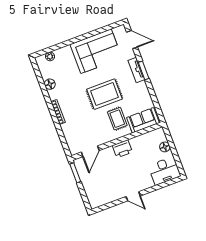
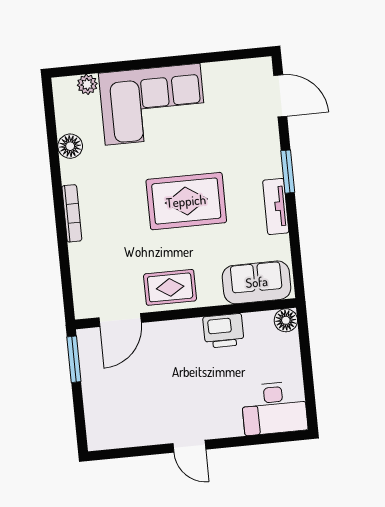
corner sofa: (96, 51) -> (153, 104), moved
tv unit: (136, 70) -> (276, 207), moved
rug: (117, 119) -> (170, 287), moved, turned 90
floor lamp: (165, 147) -> (286, 320), moved
printer: (122, 149) -> (223, 331), moved

